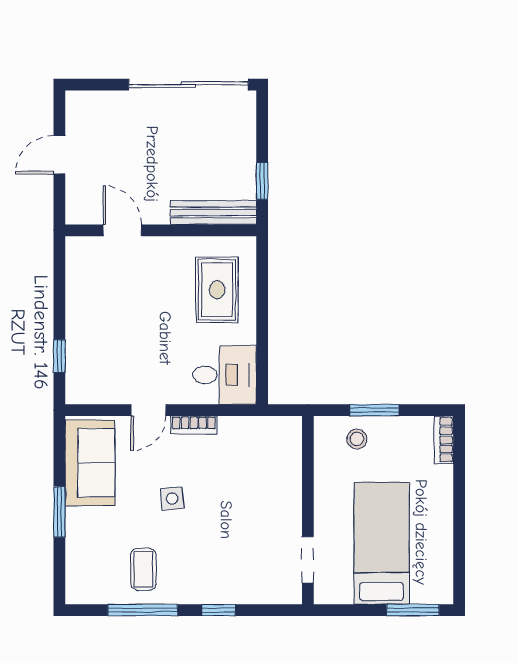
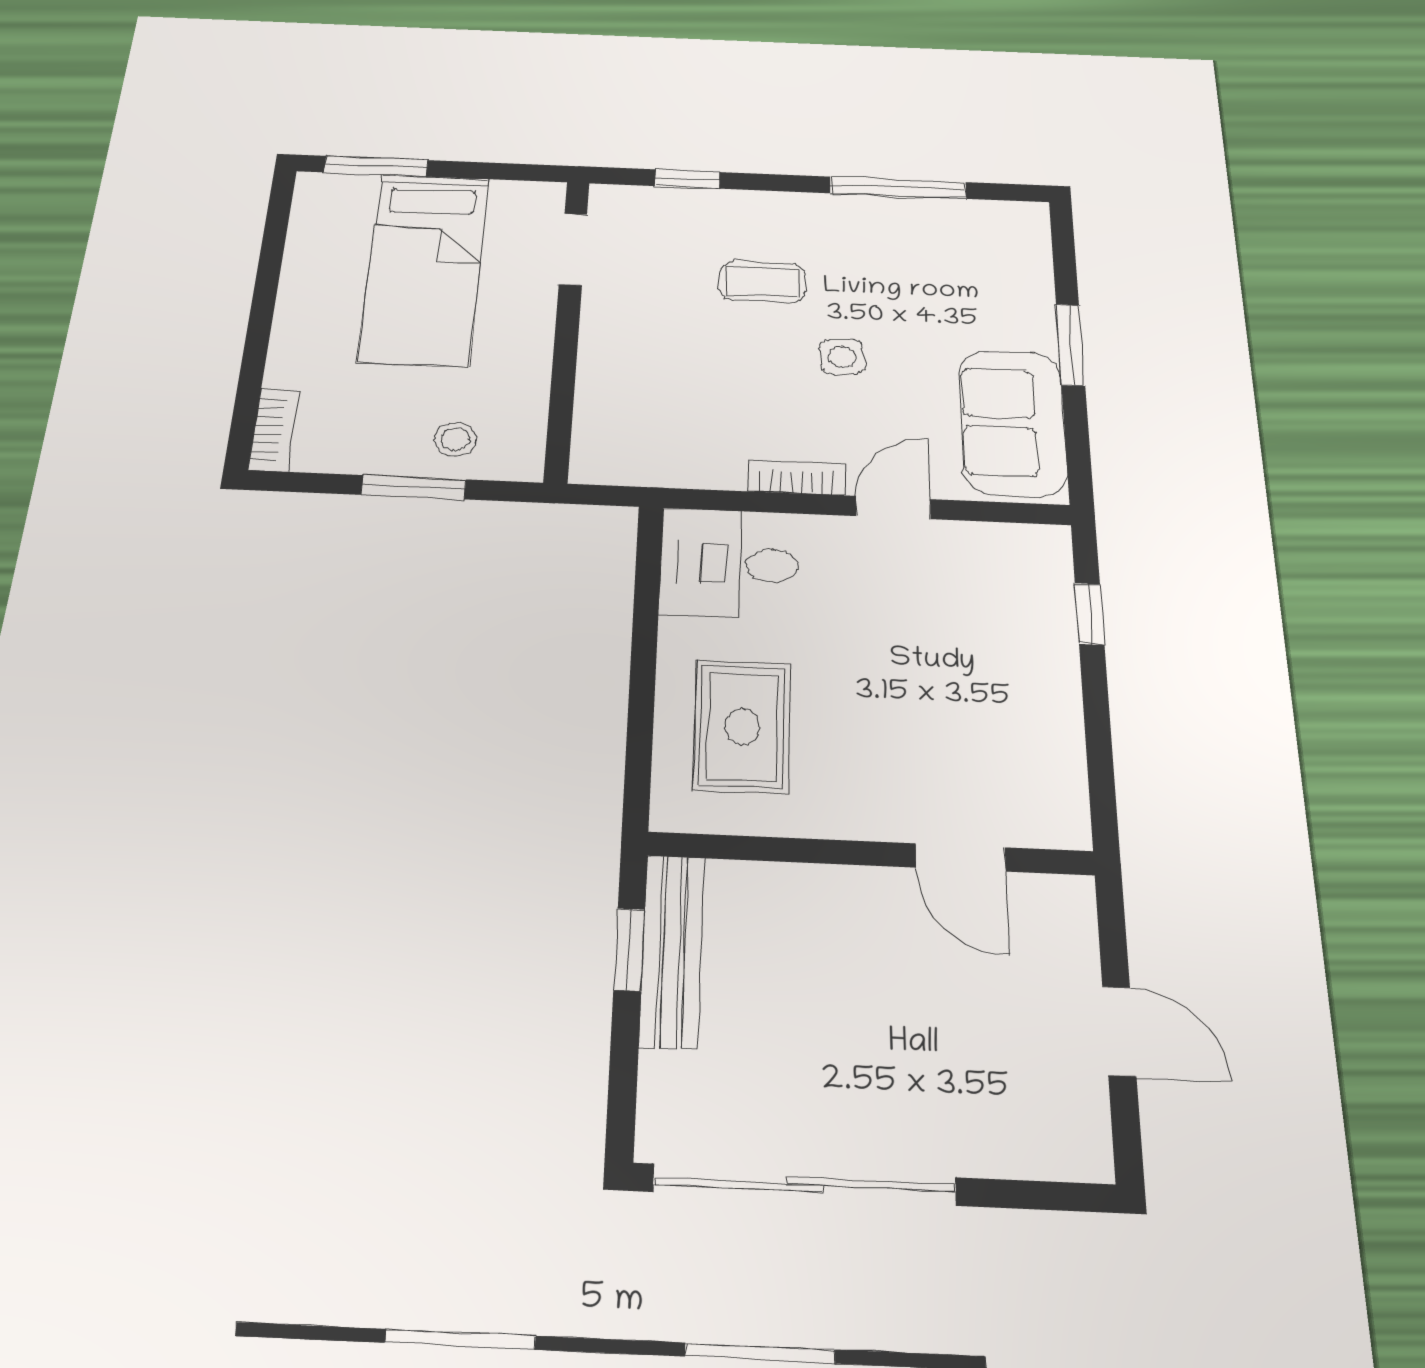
door: (59, 155) -> (1119, 1031), hinge flipped
bench: (213, 213) -> (672, 950), moved, turned 90
coffee table: (143, 569) -> (762, 282), moved, turned 90
window: (219, 610) -> (687, 179), moved

